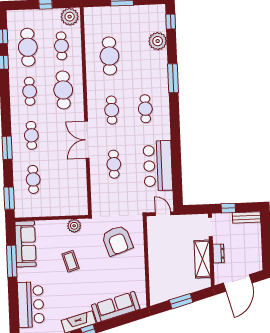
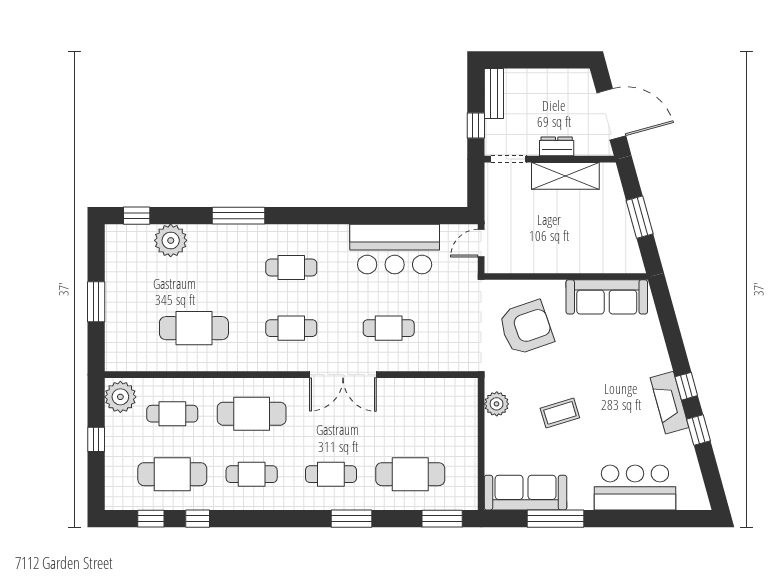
cafe table: (33, 179) -> (410, 474), width x1.37, depth x1.35
sofa: (116, 307) -> (607, 297), moved, turned -75

